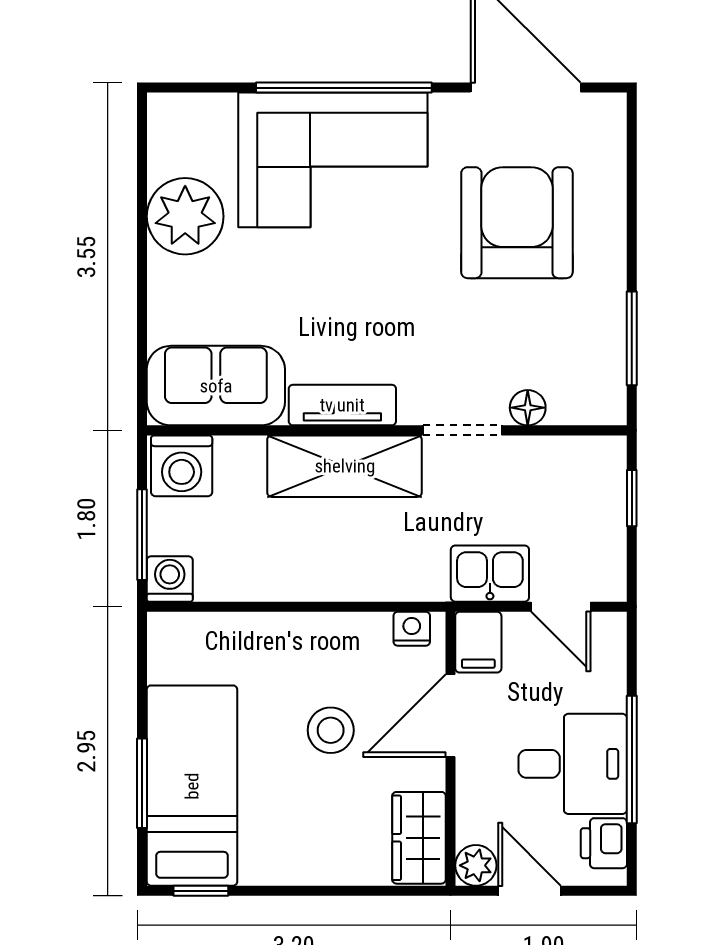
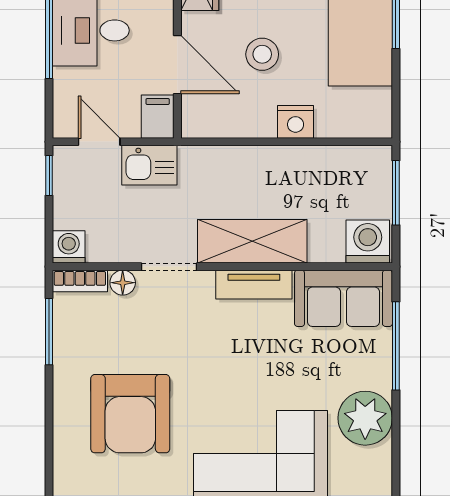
window: (142, 319) -> (396, 346), added
bookcase: (588, 410) -> (80, 281), added
window: (632, 498) -> (49, 175), moved
washing machine: (170, 579) -> (69, 247), moved, turned 180
nightstand: (412, 629) -> (296, 122), moved, width x1.39, depth x1.35
door: (451, 716) -> (177, 65), hinge flipped

